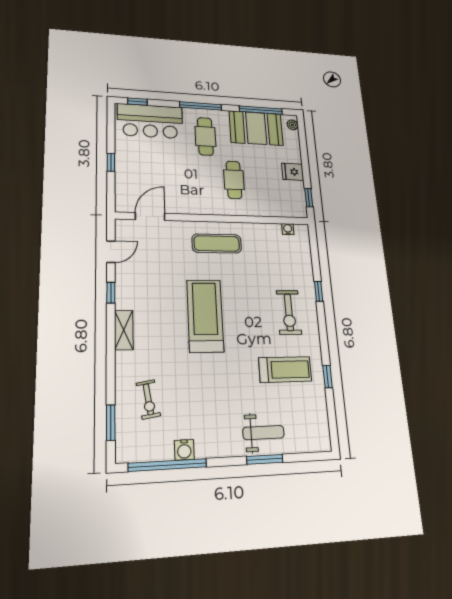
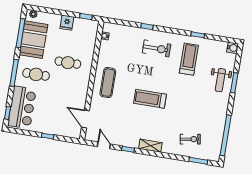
treadmill: (205, 316) -> (150, 99), width x0.73, depth x0.73
weight bench: (263, 433) -> (220, 80), turned 180
water cooler: (184, 450) -> (233, 48), moved

